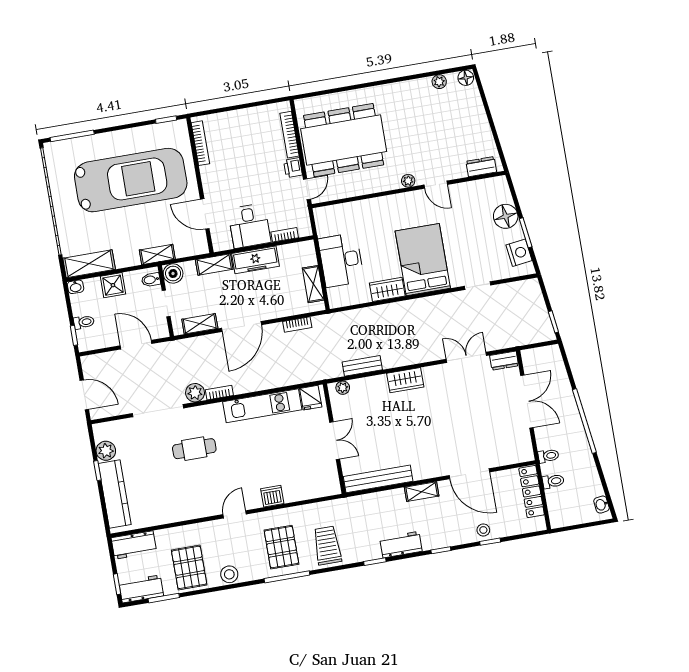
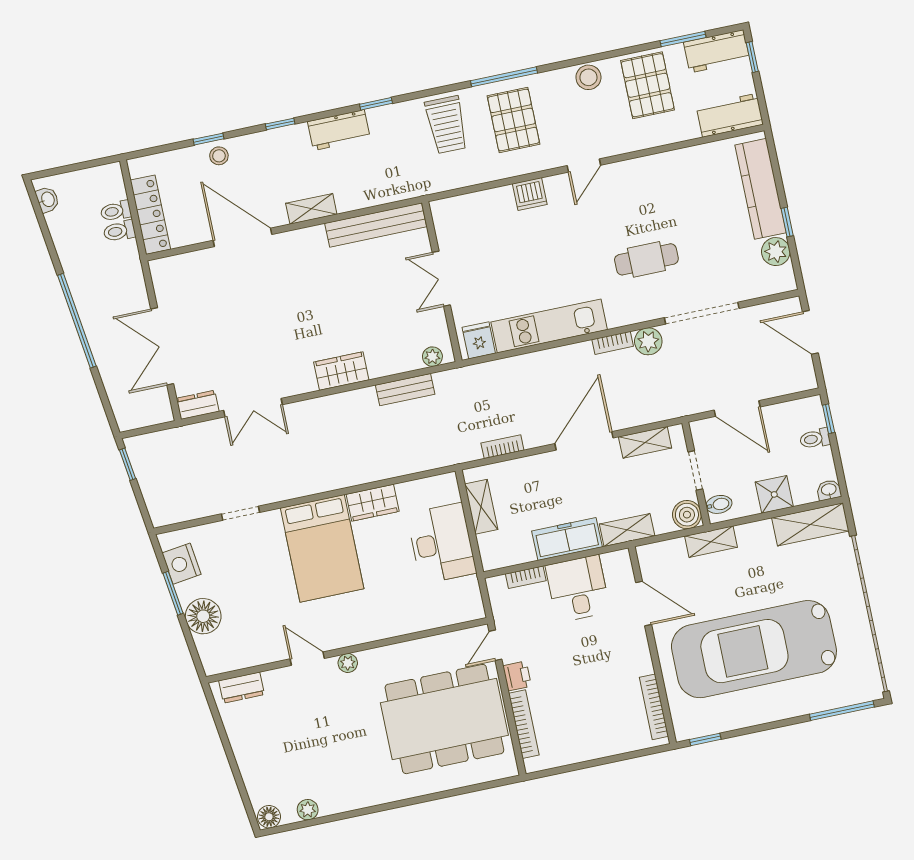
toilet: (548, 456) -> (116, 211), moved

